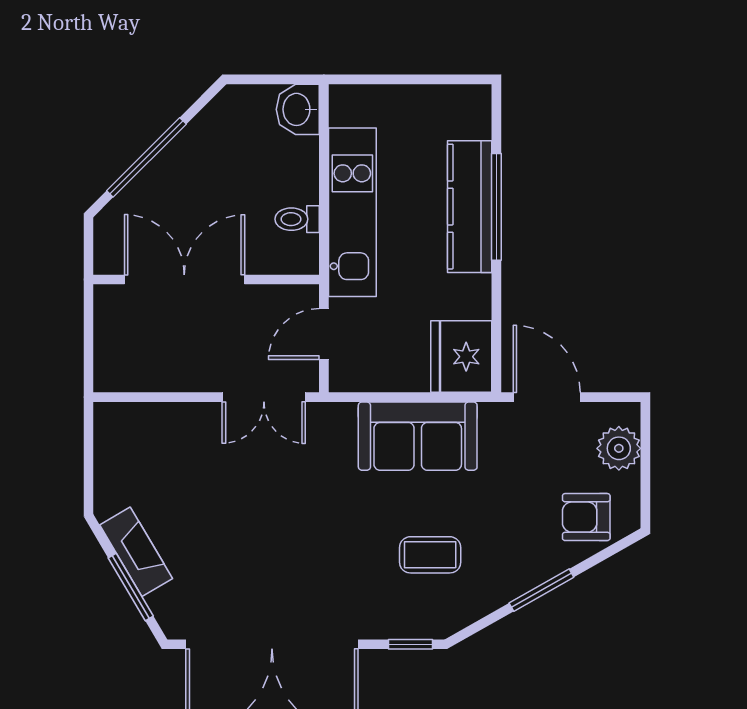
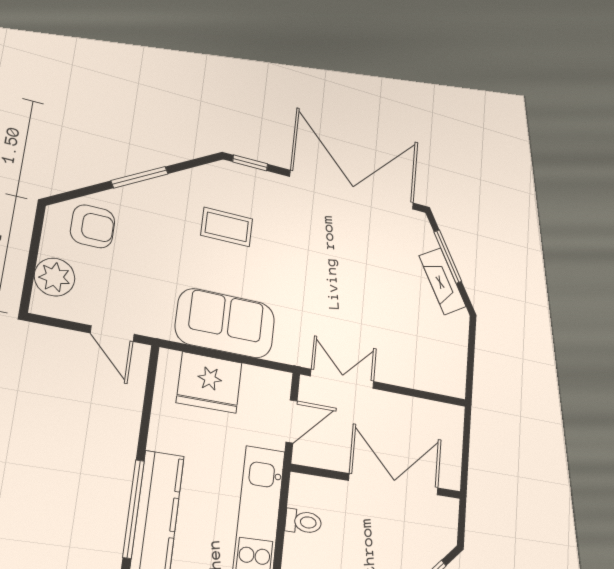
double door: (184, 279) -> (394, 484), swing flipped
fridge: (461, 357) -> (209, 383), moved, turned 90
door: (547, 397) -> (112, 334), width x0.73

